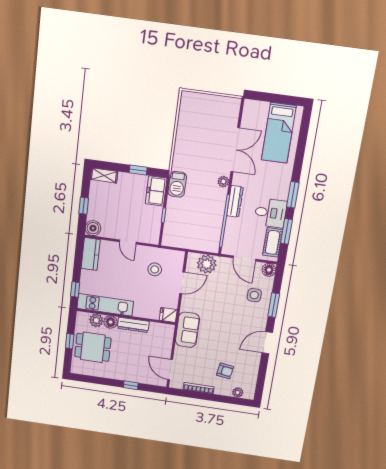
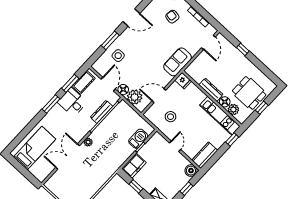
barbecue: (177, 184) -> (138, 139), moved
dresser: (235, 201) -> (101, 112), moved
floor lamp: (269, 270) -> (123, 90), moved

